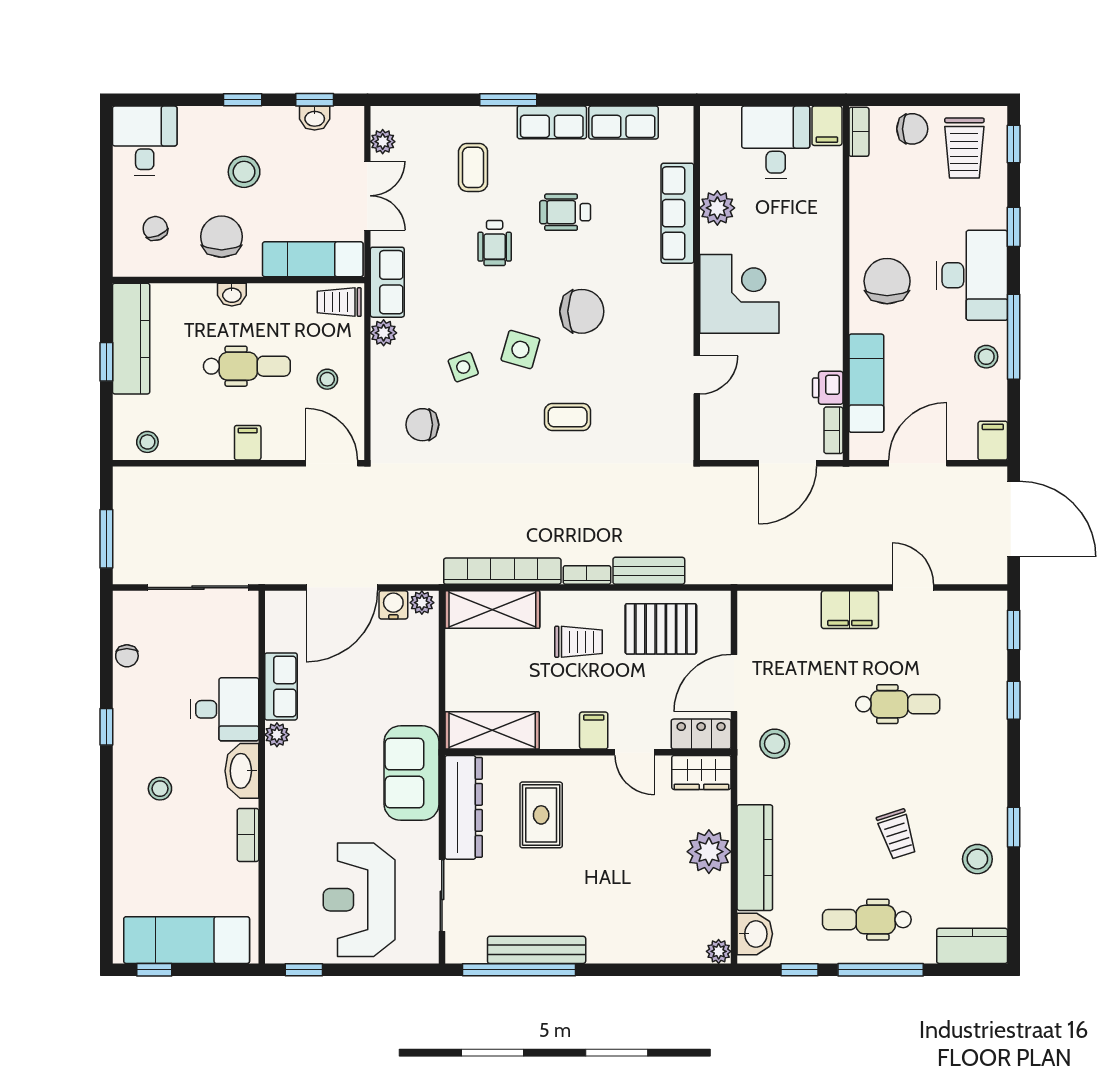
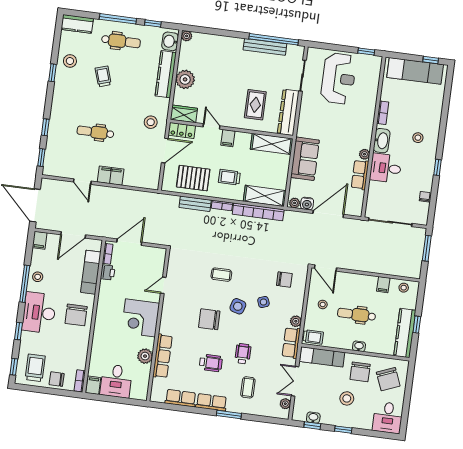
chair: (155, 228) -> (388, 379), width x1.87, depth x1.87
filing cabinet: (248, 443) -> (383, 285), moved
sofa: (412, 773) -> (305, 159), moved

